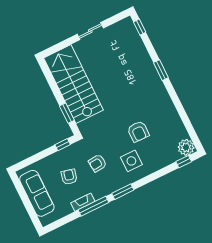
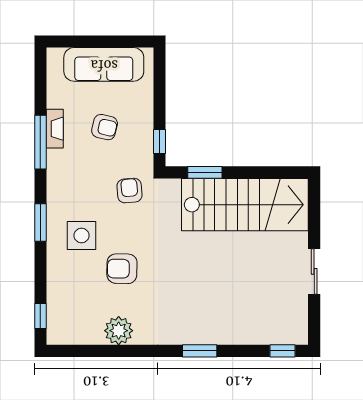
plant: (186, 147) -> (119, 331), moved
armchair: (98, 163) -> (129, 191), moved
window: (123, 192) -> (40, 222), moved

